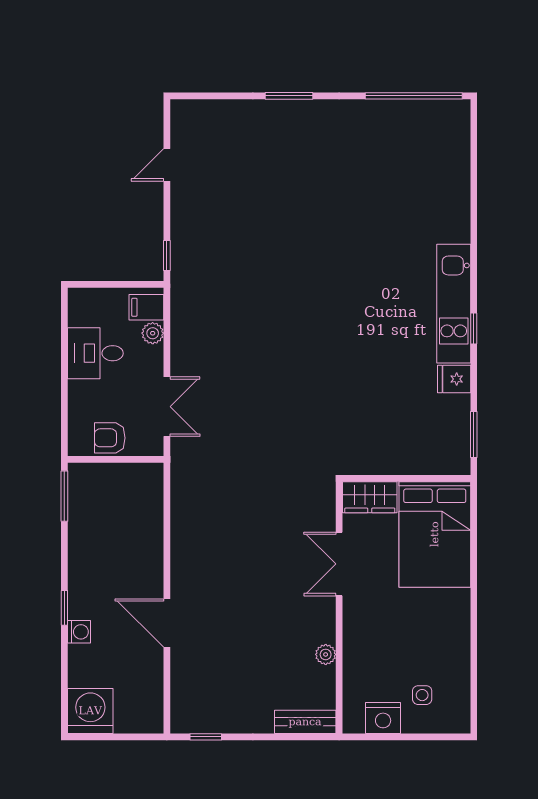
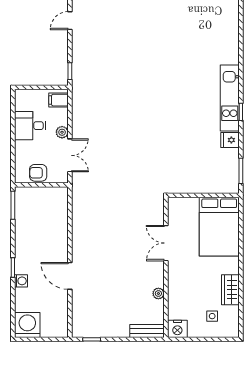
plant: (153, 333) -> (62, 132), moved
wardrobe: (370, 497) -> (230, 290), moved, turned 90
nightstand: (383, 718) -> (177, 329), moved

